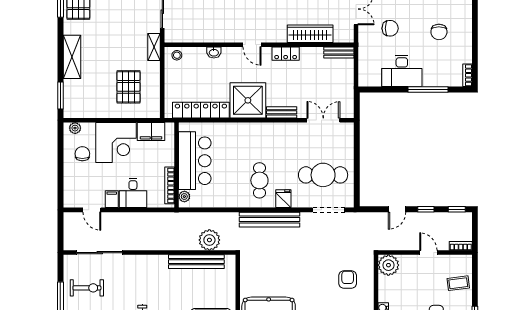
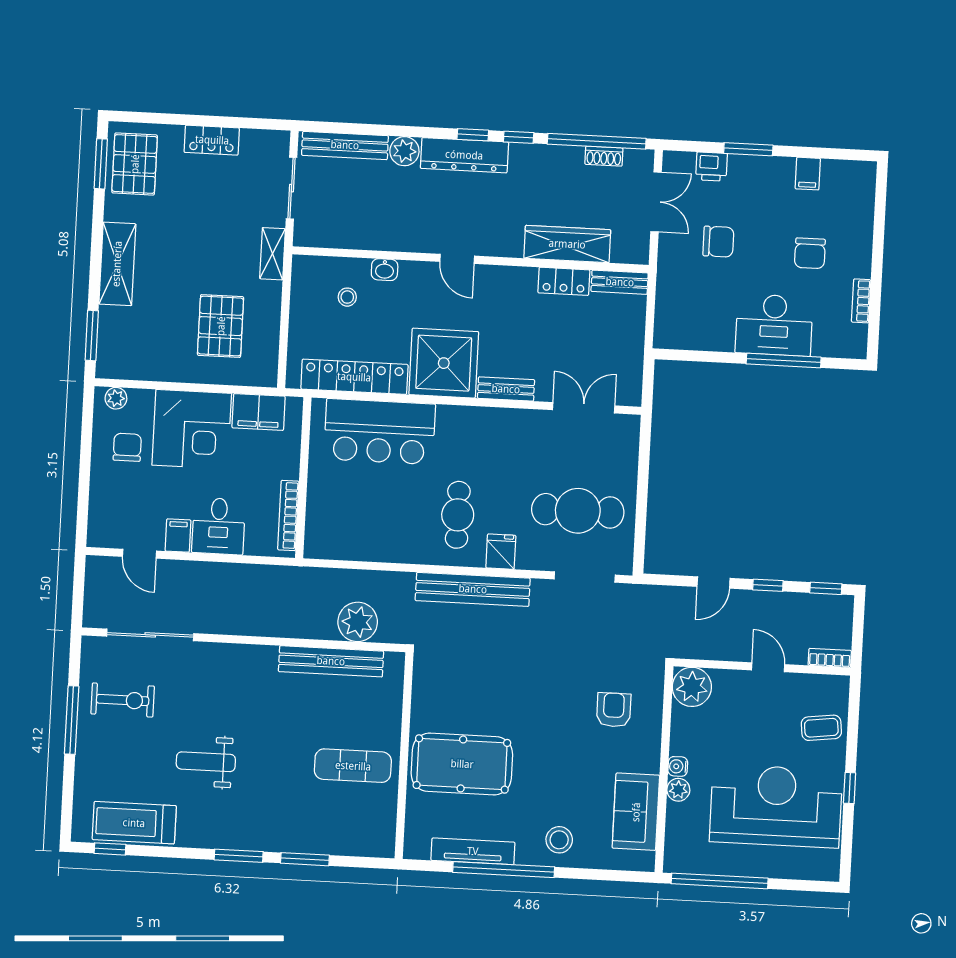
locker: (286, 54) -> (564, 281), moved
stool: (177, 55) -> (347, 297), moved
desk: (402, 71) -> (774, 325), moved
bookcase: (467, 75) -> (861, 301), moved
bar counter: (195, 161) -> (380, 432), moved, turned 90
plant: (184, 197) -> (315, 538), removed

